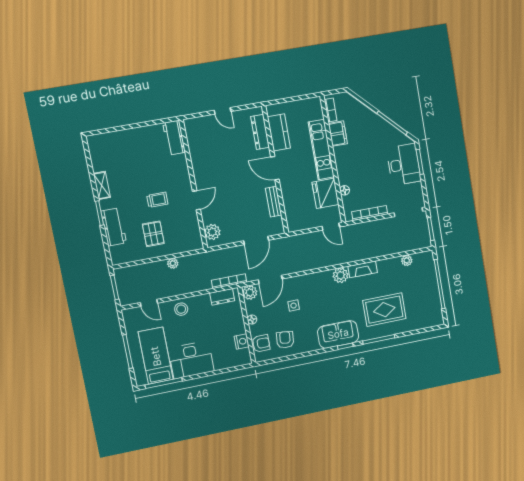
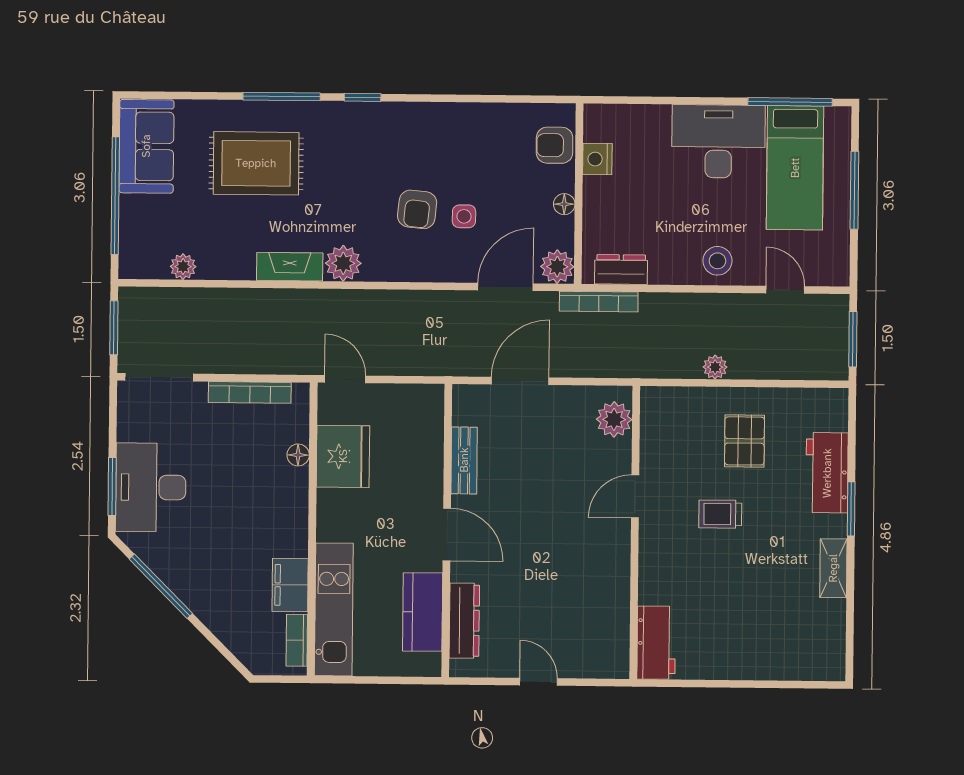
kitchen unit: (321, 150) -> (334, 609), moved
sofa: (338, 334) -> (146, 146), moved, turned -90
armchair: (285, 340) -> (417, 209), moved

